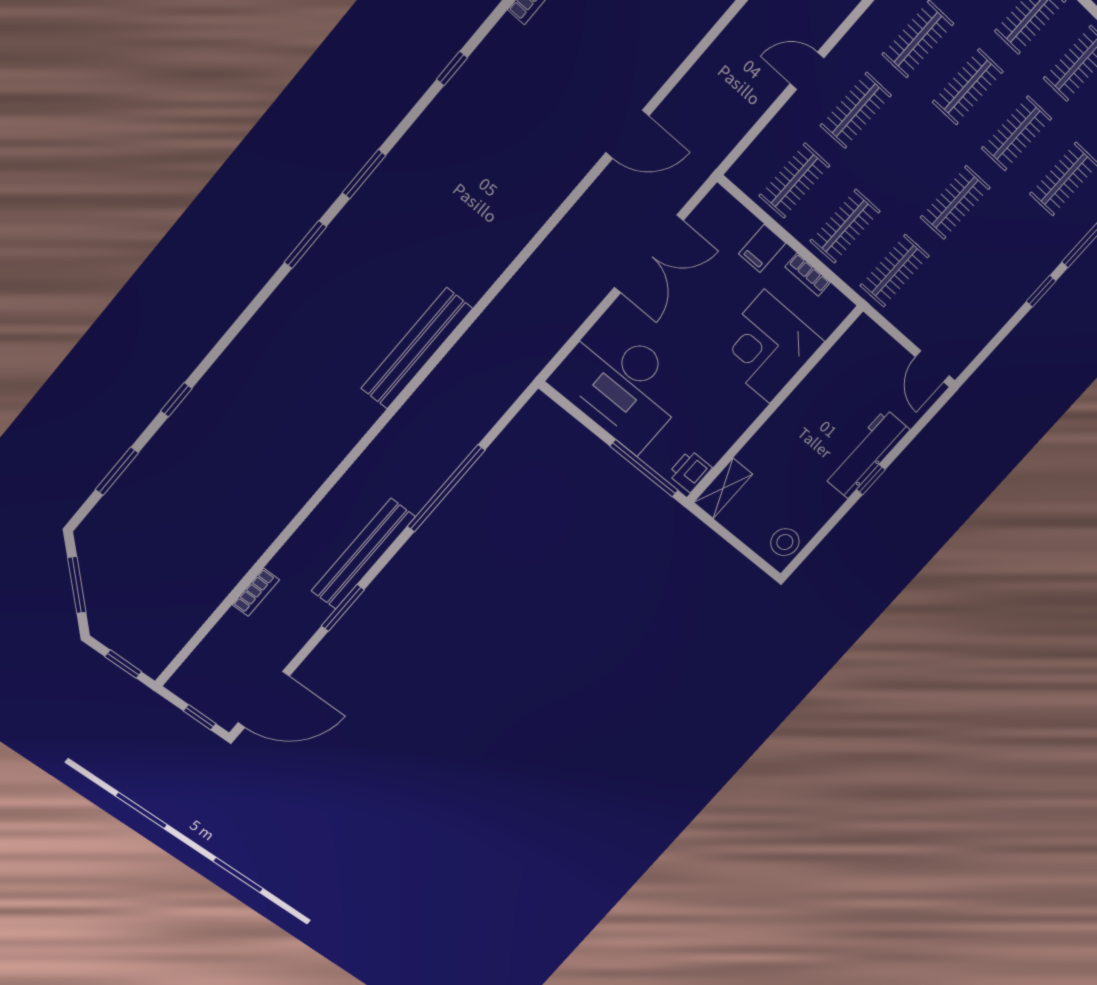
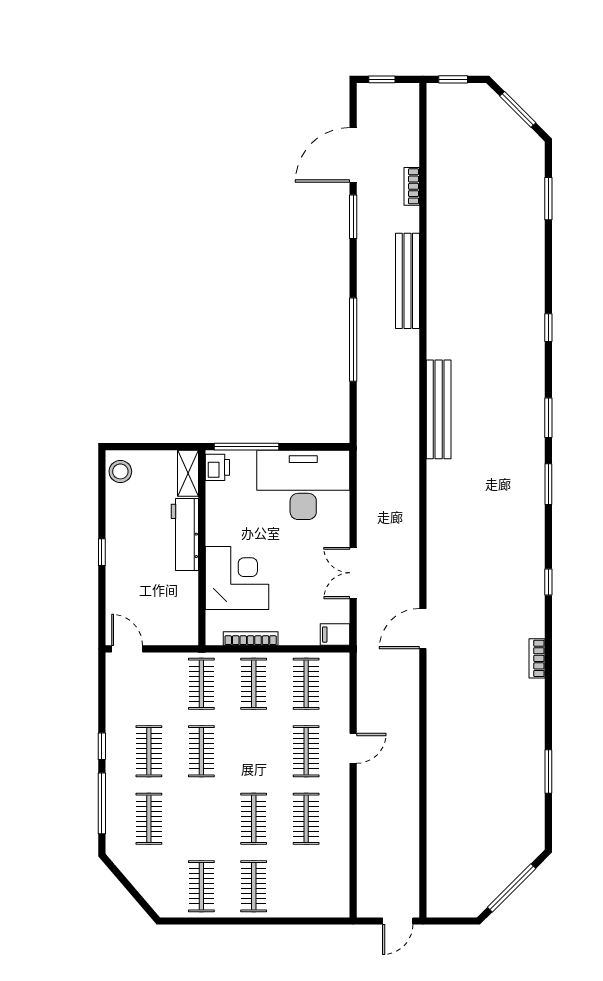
clothes rail: (1017, 133) -> (149, 751), moved
filing cabinet: (762, 248) -> (335, 635), moved, turned -90
double door: (649, 254) -> (353, 573), width x0.73
bookcase: (808, 275) -> (251, 639), width x1.56
window: (176, 400) -> (548, 328), moved
workbench: (867, 454) -> (185, 535), moved, turned 180
bench: (363, 554) -> (407, 281), moved
door: (264, 699) -> (353, 155), moved

